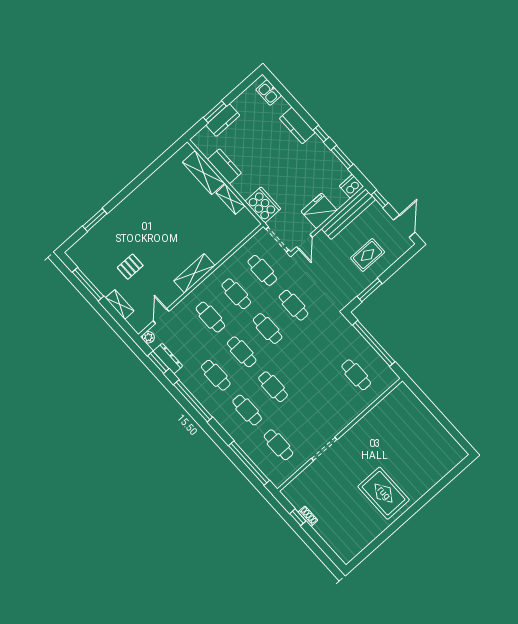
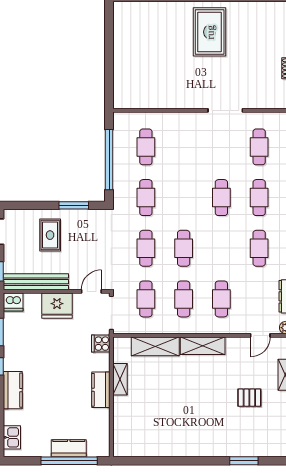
window: (215, 112) -> (69, 461), width x2.11
kitchen counter: (224, 166) -> (101, 390), moved
shelving: (203, 173) -> (155, 346), moved, turned 90
cooker: (263, 205) -> (101, 344), width x0.53, depth x0.76
rug: (368, 255) -> (50, 235), turned 90
cafe table: (242, 352) -> (146, 198), moved

